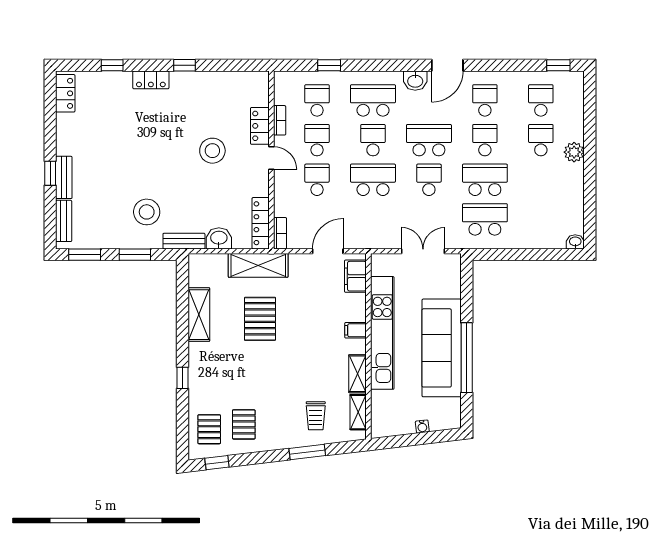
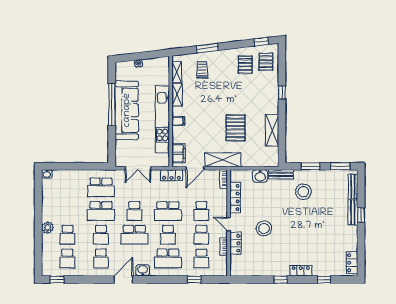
locker: (261, 223) -> (235, 198), moved
locker: (367, 240) -> (171, 175), added
shelving: (258, 265) -> (223, 160), moved

